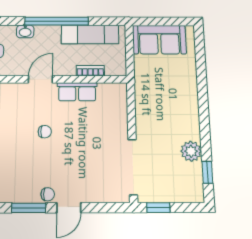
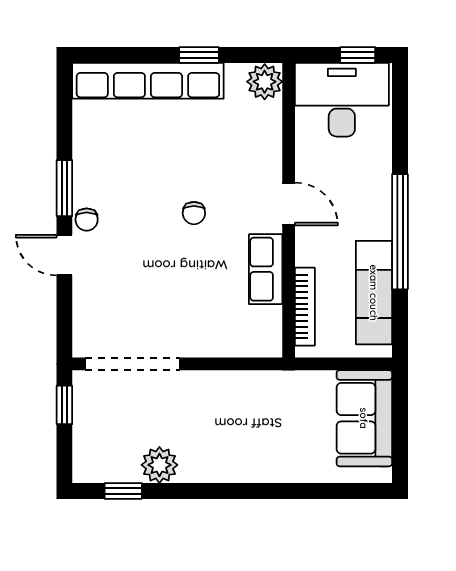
washbasin: (25, 32) -> (380, 175), removed
bookcase: (90, 71) -> (305, 307), width x1.56

